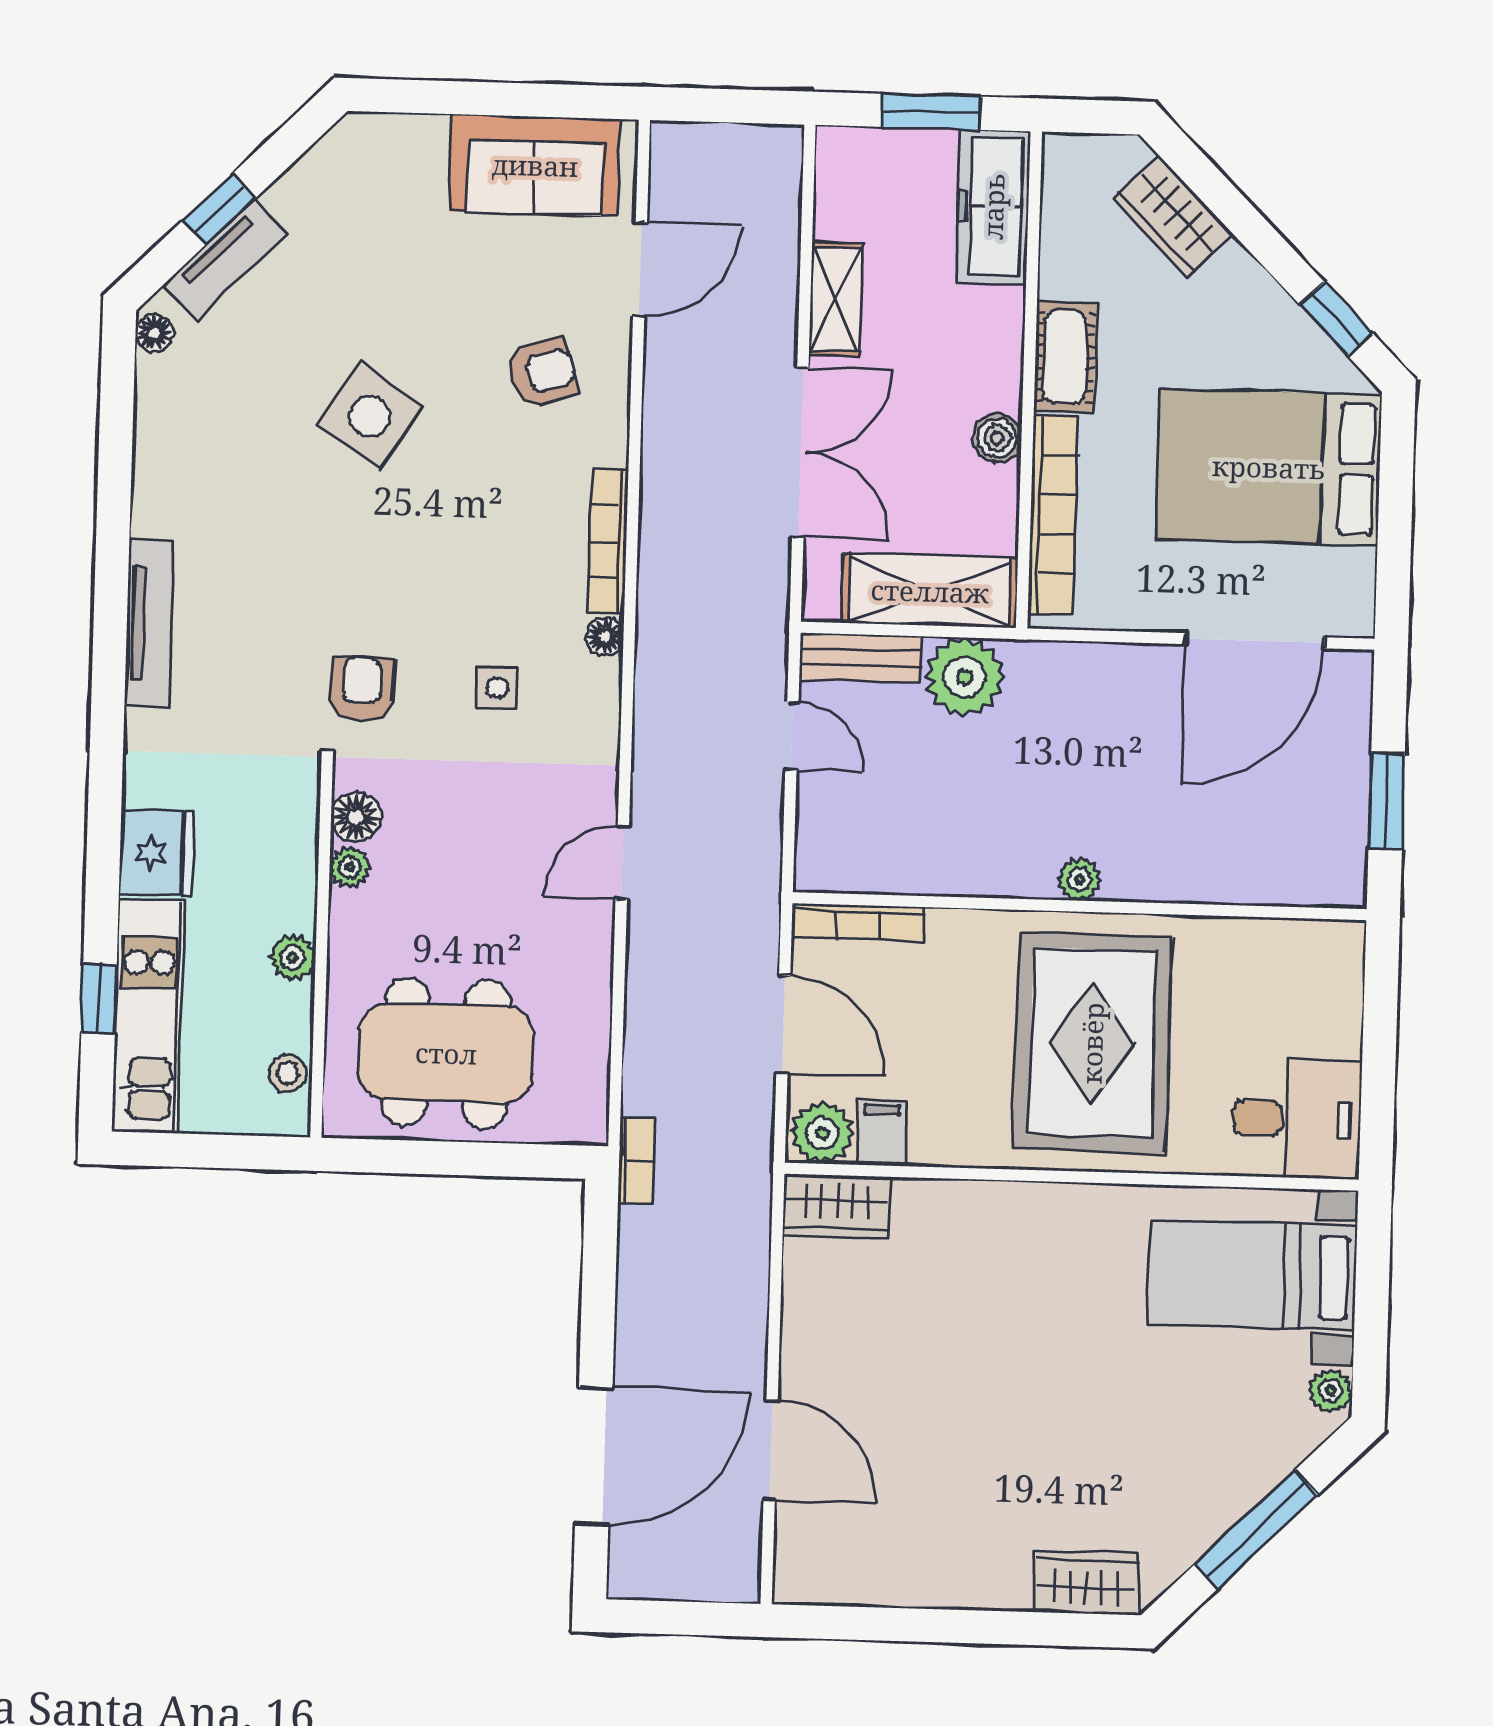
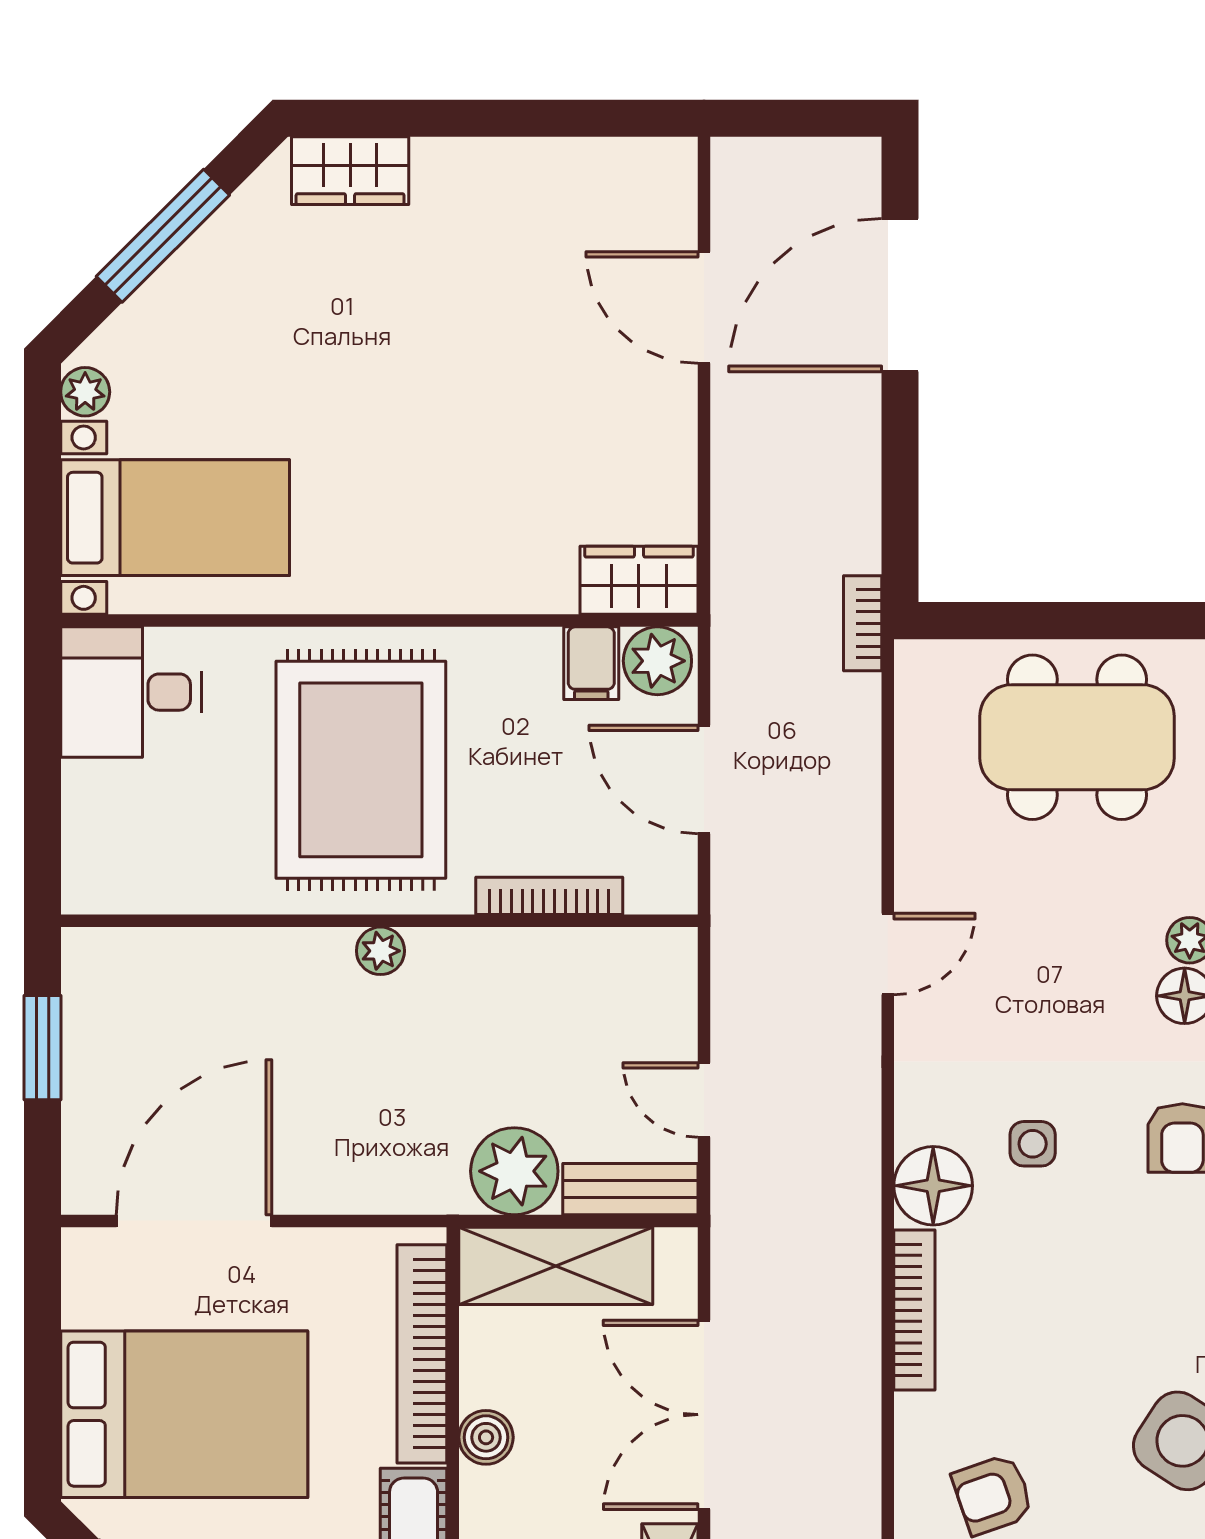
floor lamp: (605, 637) -> (933, 1186), width x1.89, depth x1.89
bookcase: (858, 922) -> (549, 896), moved

